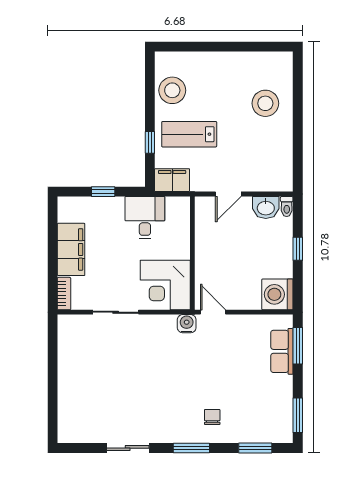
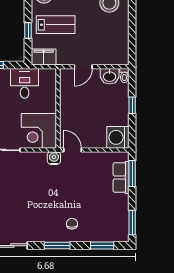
lab bench: (189, 134) -> (56, 25), turned 180

